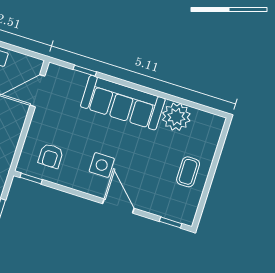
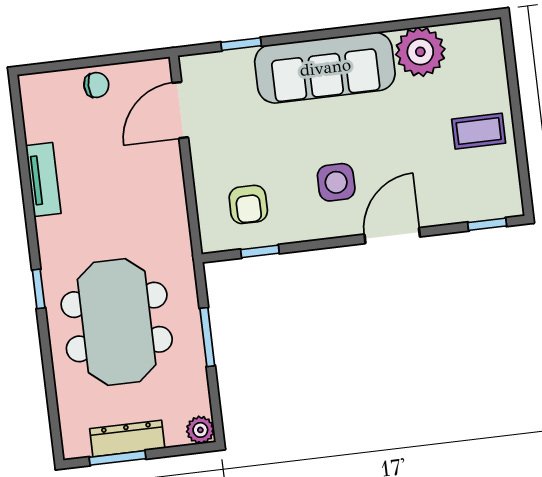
coffee table: (188, 172) -> (479, 131), turned 90
window: (31, 178) -> (260, 251), moved
door: (118, 206) -> (392, 236), hinge flipped

